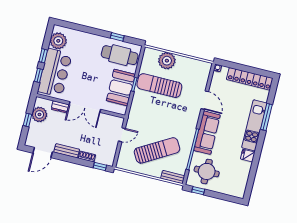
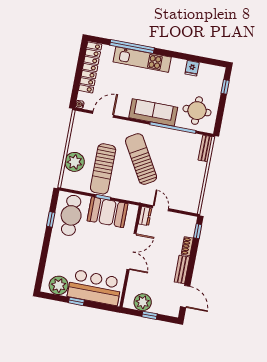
window: (38, 75) -> (99, 306), removed
door: (205, 100) -> (103, 114), moved
dresser: (60, 107) -> (145, 216), moved
window: (266, 117) -> (132, 46), width x1.46
sun lounger: (157, 150) -> (141, 159), moved
fridge: (248, 156) -> (192, 68), moved
window: (198, 191) -> (225, 87), moved

